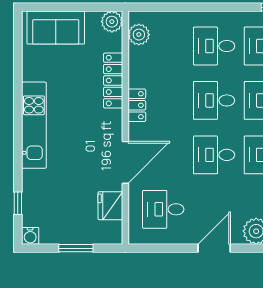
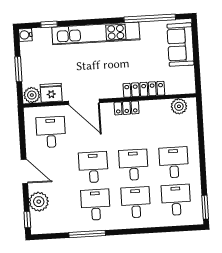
plant: (112, 22) -> (32, 95), moved
window: (18, 67) -> (150, 18), added
kitchen unit: (34, 125) -> (96, 33), width x1.36

